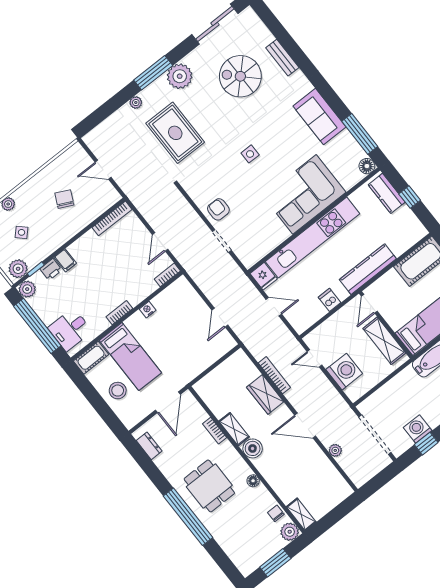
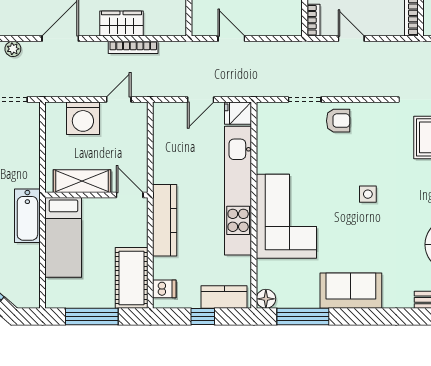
dishwasher: (330, 300) -> (164, 289), moved

